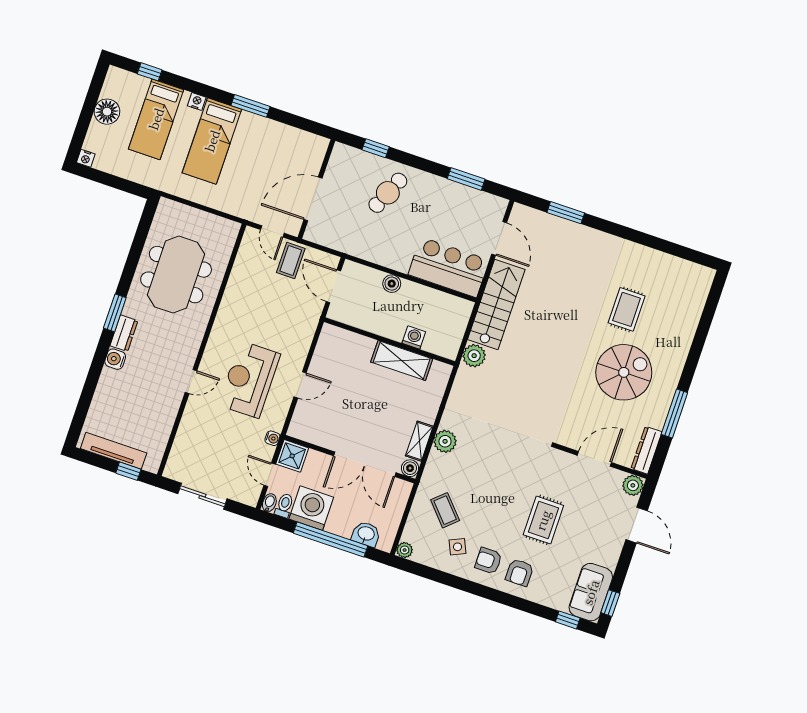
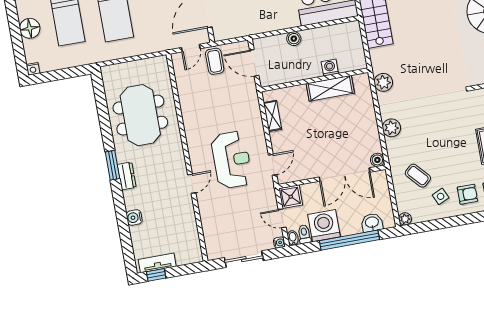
door: (272, 231) -> (191, 48), hinge flipped
plant: (474, 356) -> (383, 82), moved
water cooler: (115, 359) -> (134, 217), moved
reception desk: (249, 379) -> (232, 160), turned 180
door: (300, 385) -> (273, 165), moved
water cooler: (272, 438) -> (279, 243), moved
shelving: (419, 441) -> (272, 116), moved
tv unit: (114, 451) -> (157, 263), width x0.71
window: (128, 471) -> (156, 275), moved
armchair: (488, 561) -> (467, 194), turned 180

